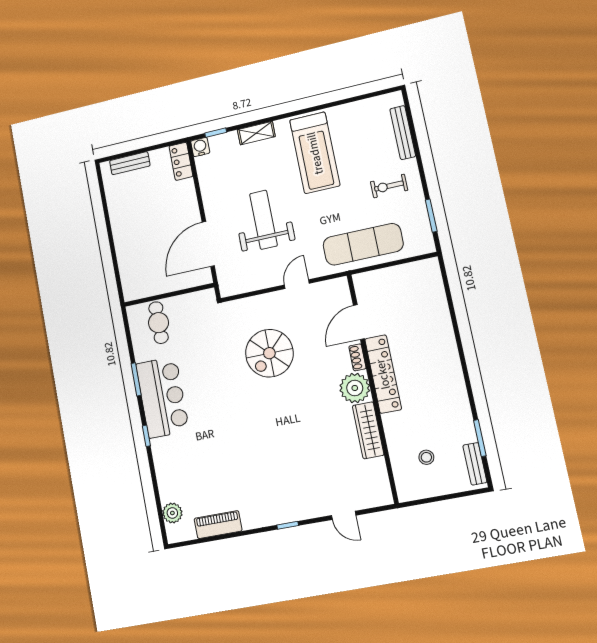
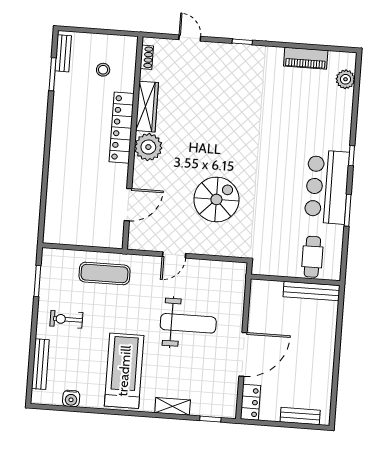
water cooler: (200, 147) -> (71, 399), moved
exercise bike: (389, 186) -> (66, 319), turned 180
weight bench: (263, 220) -> (188, 323), turned -90
door: (208, 244) -> (243, 354), moved
exercise mat: (363, 244) -> (104, 273), width x0.73, depth x0.69
bench: (150, 288) -> (312, 291), added
shoe rack: (357, 357) -> (147, 57), moved
locker: (383, 374) -> (122, 128), moved

